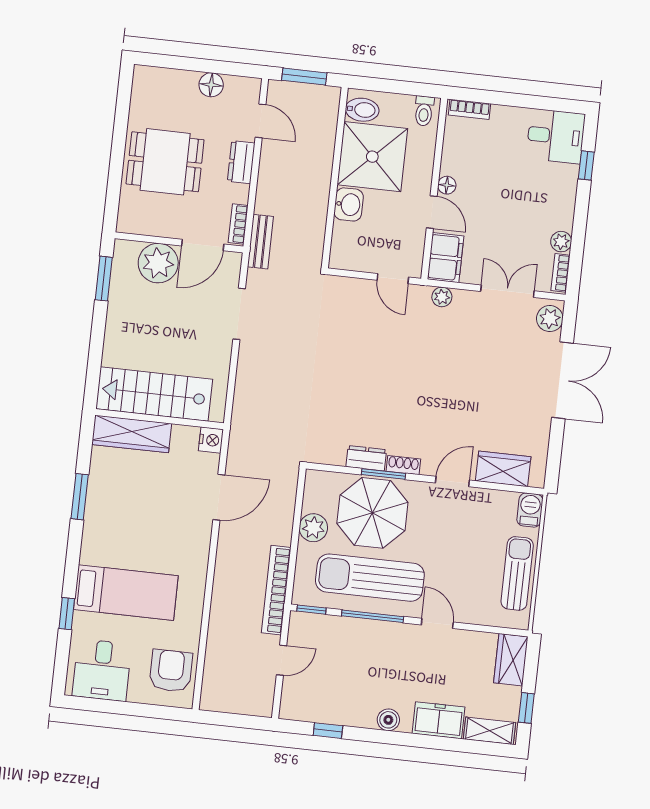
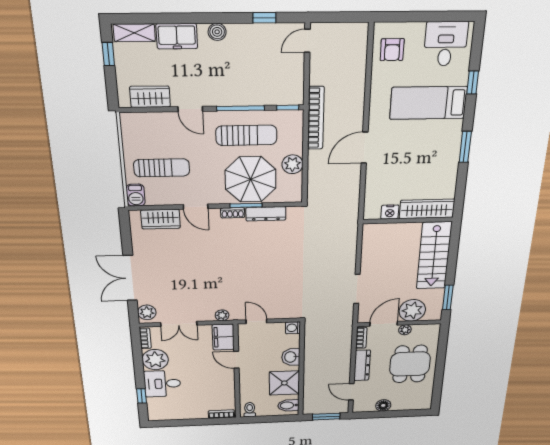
desk: (556, 136) -> (162, 384), moved
shower: (372, 157) -> (284, 383), width x0.73, depth x0.73
dining table: (165, 162) -> (410, 364), turned 90
dresser: (241, 162) -> (362, 365), width x1.44
floor lamp: (447, 185) -> (229, 375), removed
plant: (171, 229) -> (405, 330), added
bench: (260, 242) -> (346, 330), removed
plant: (561, 242) -> (155, 360), width x1.87, depth x1.87
washing machine: (340, 259) -> (293, 328), added
stairs: (154, 394) -> (434, 256), moved, turned 90
nightstand: (211, 440) -> (390, 212), moved, turned -90
dresser: (366, 458) -> (266, 214), width x1.44
door: (452, 482) -> (196, 207), hinge flipped
window: (80, 497) -> (465, 147), moved
door: (219, 497) -> (365, 148), moved
sun lounger: (517, 573) -> (162, 168), moved, turned -90
sun lounger: (370, 578) -> (246, 135), width x0.73, depth x0.75
door: (282, 660) -> (307, 41), moved
wardrobe: (511, 660) -> (150, 97), moved, turned -90
armchair: (171, 671) -> (392, 50), width x0.72, depth x0.72

